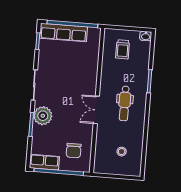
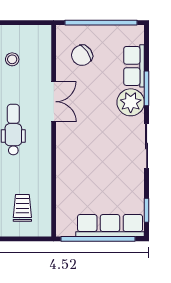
double door: (96, 110) -> (54, 102), moved
chair: (74, 151) -> (82, 55), turned -125
row of seats: (44, 162) -> (134, 66), moved, turned 90

